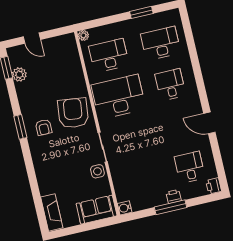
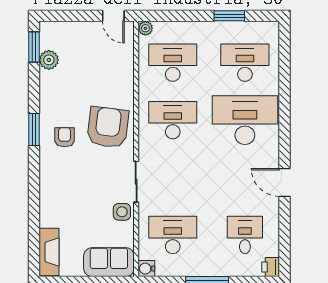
door: (32, 38) -> (113, 16), moved
desk: (170, 85) -> (245, 120), width x1.87, depth x1.30
desk: (119, 97) -> (173, 120), width x0.73, depth x0.77
armchair: (44, 127) -> (65, 137), turned 180
desk: (138, 179) -> (173, 235), added
printer: (174, 196) -> (215, 269), removed

